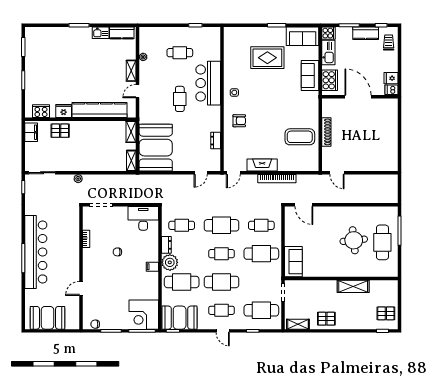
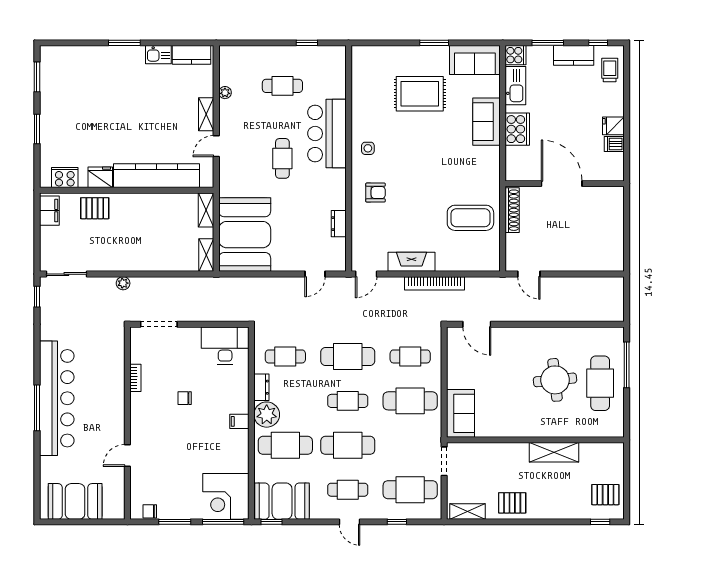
door: (358, 97) -> (562, 184), moved
wall: (360, 97) -> (565, 184), moved

